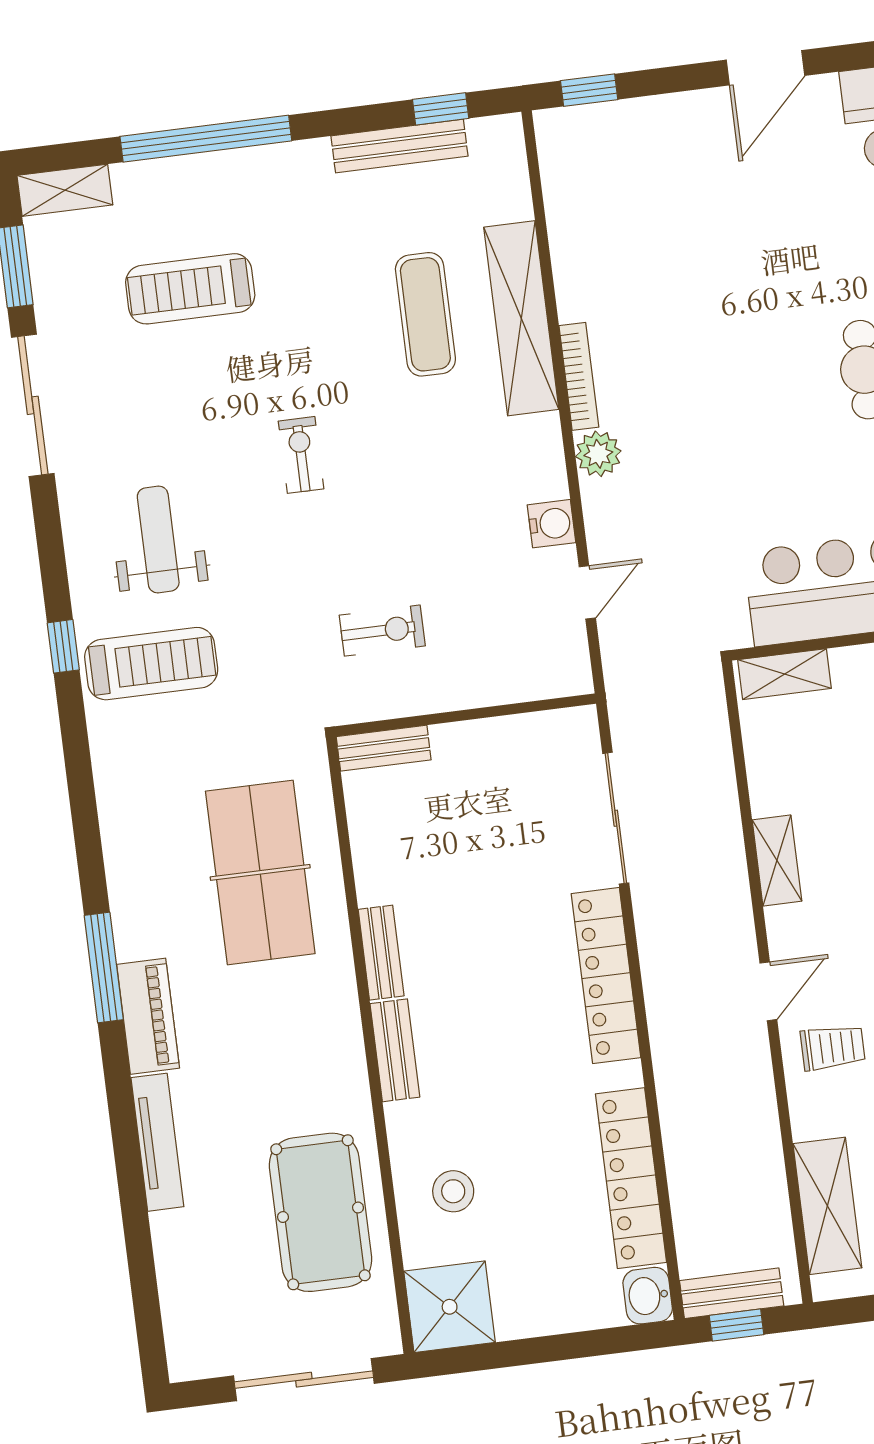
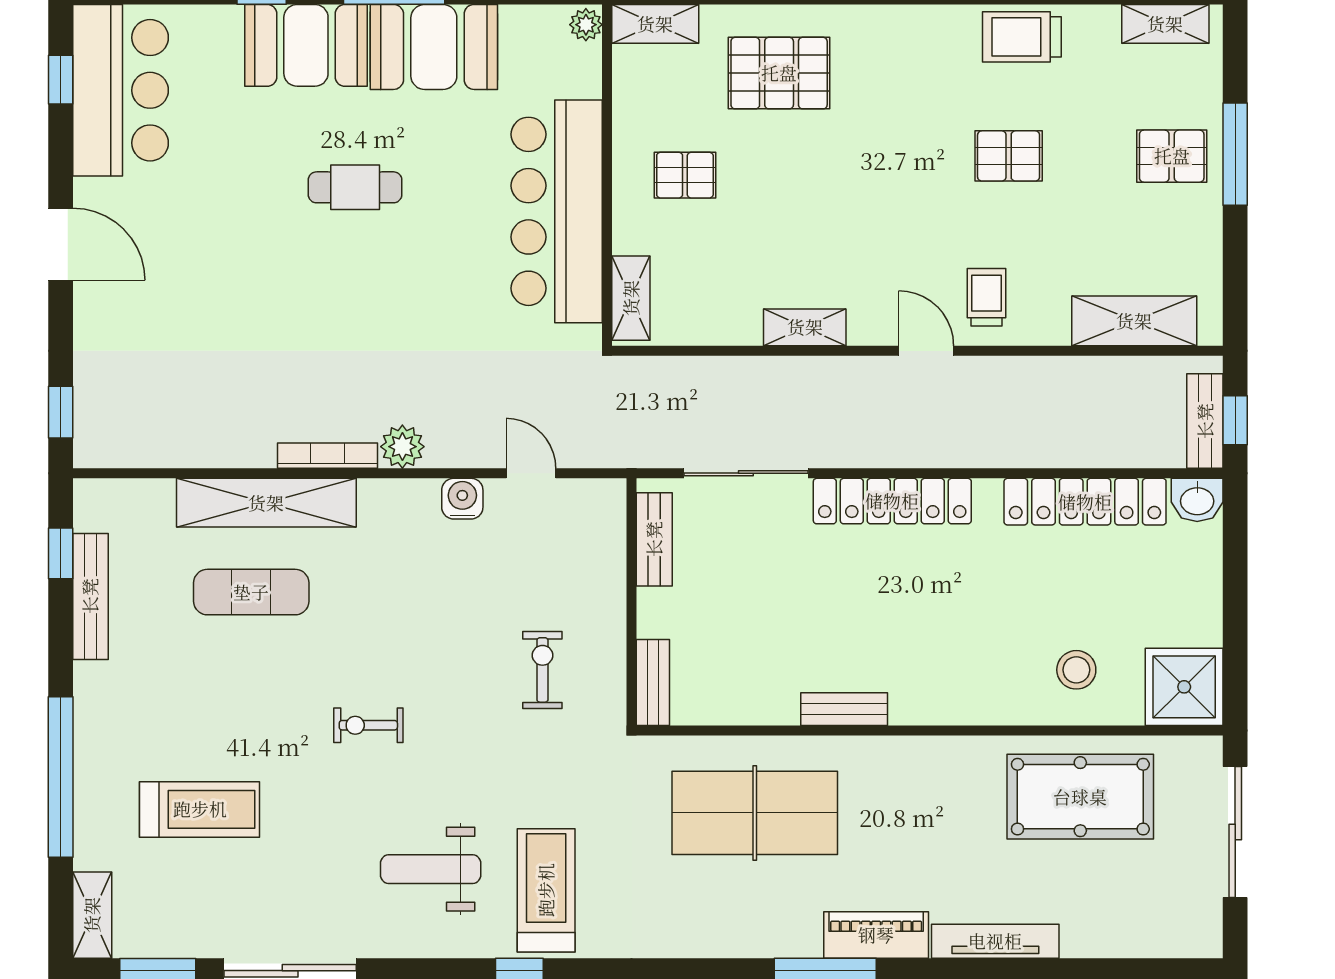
treadmill: (190, 289) -> (200, 809), turned -90
bench: (395, 1050) -> (654, 539), moved, turned 90

